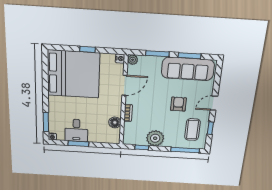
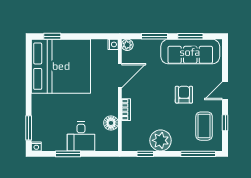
window: (87, 49) -> (52, 36), moved
desk: (76, 130) -> (81, 136), moved

